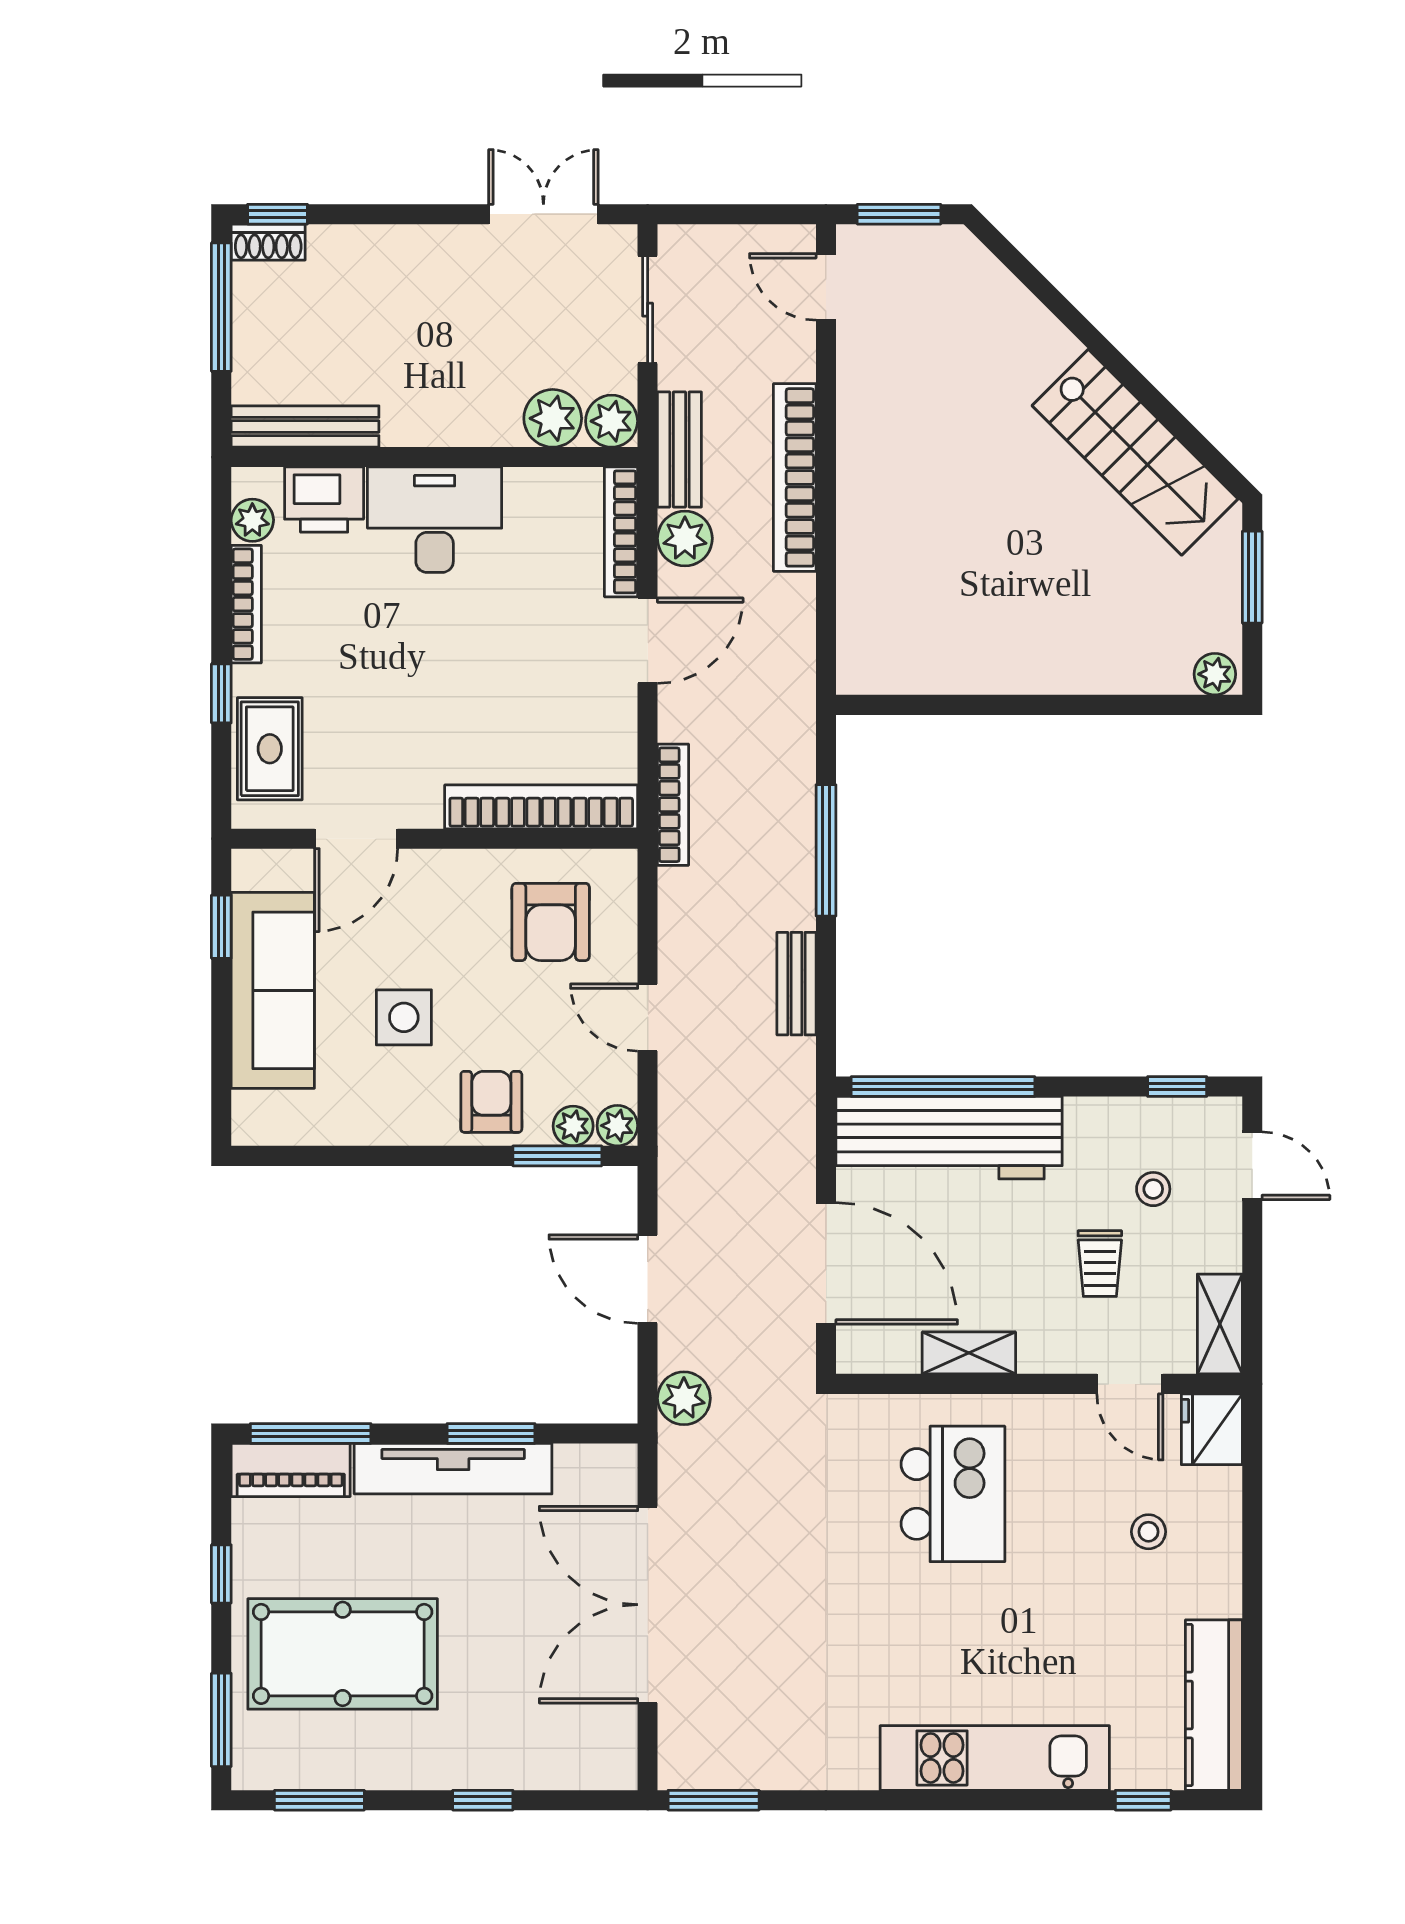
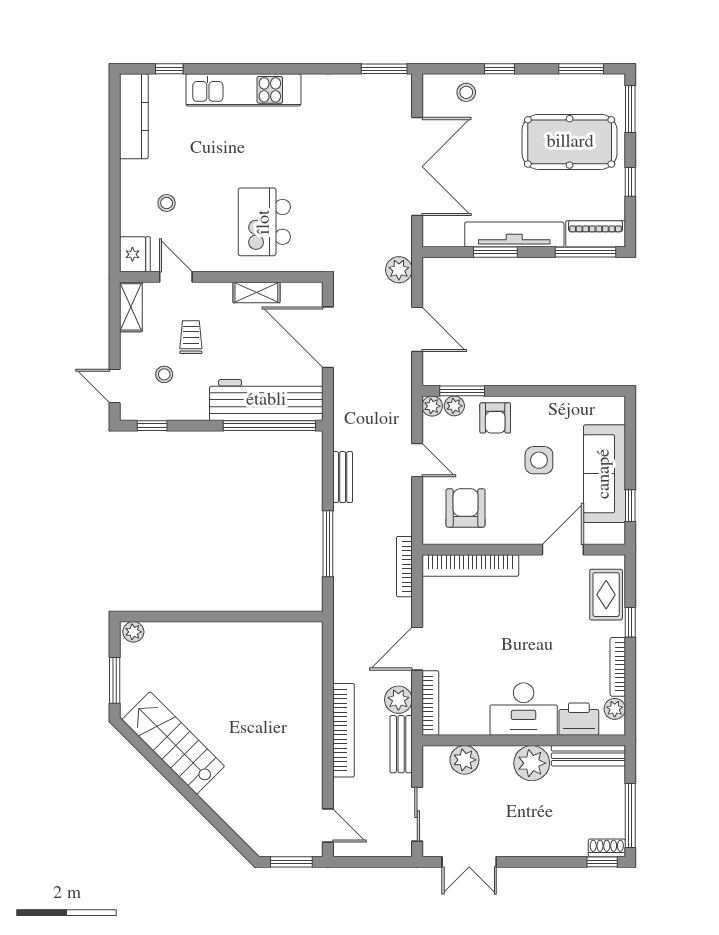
plant: (612, 421) -> (532, 763), moved, width x1.36, depth x1.36
stool: (549, 1753) -> (466, 92), added

